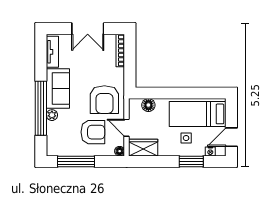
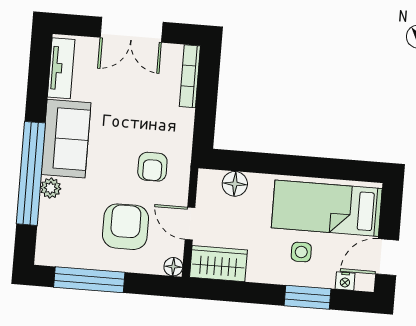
armchair: (104, 100) -> (152, 167), width x0.53, depth x0.53
armchair: (93, 132) -> (126, 227), turned -90

